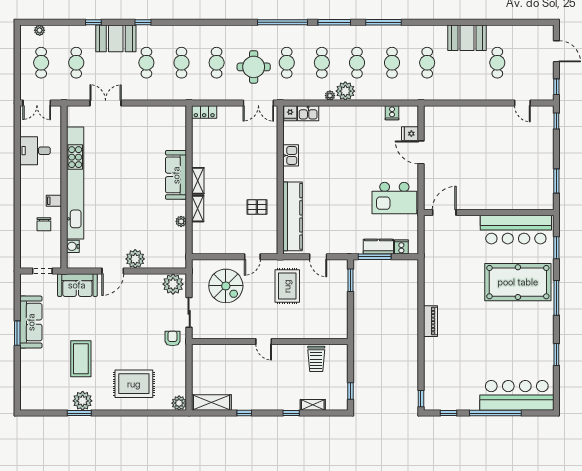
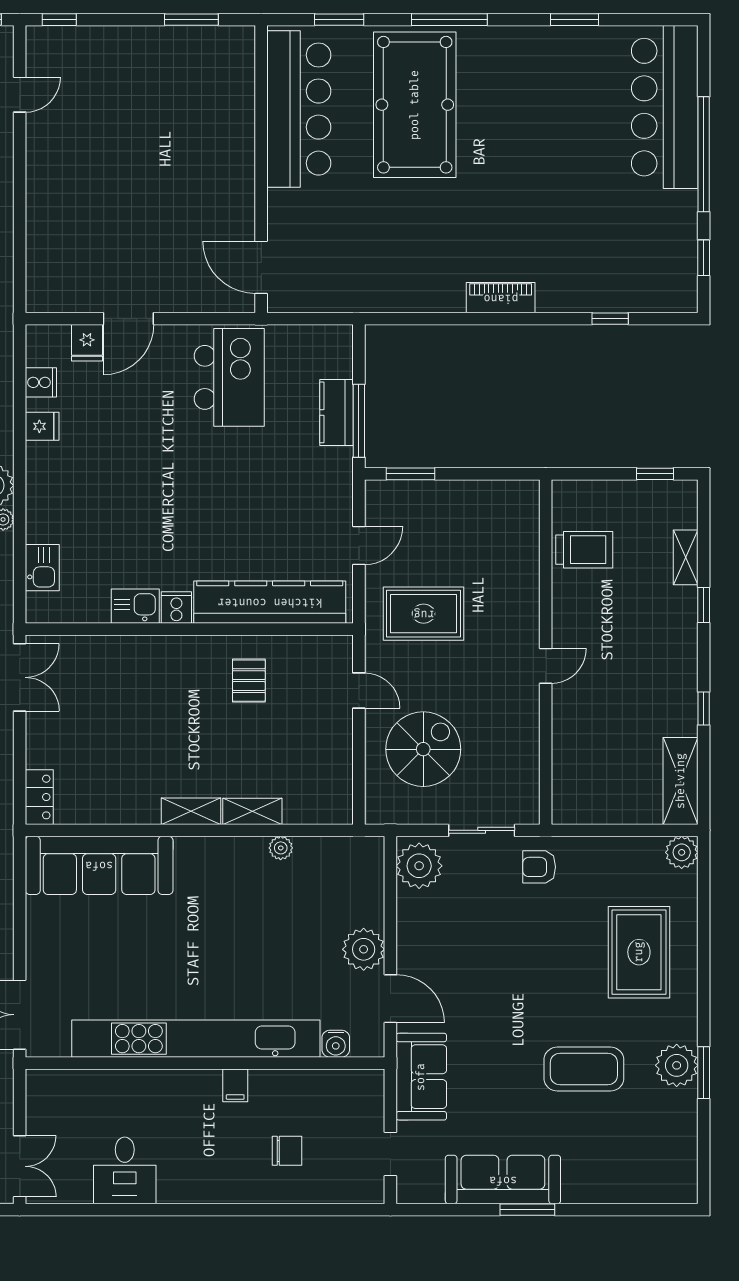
fridge: (290, 113) -> (42, 426), moved
sofa: (176, 175) -> (99, 865), moved, width x1.36, depth x1.27
kitchen unit: (75, 183) -> (196, 1039), moved
wall: (64, 187) -> (205, 1063), moved
filing cabinet: (54, 201) -> (235, 1085), moved
water cooler: (73, 246) -> (336, 1044), moved
cooker: (401, 247) -> (176, 607), moved, turned 90
window: (421, 399) -> (610, 319), moved

